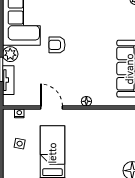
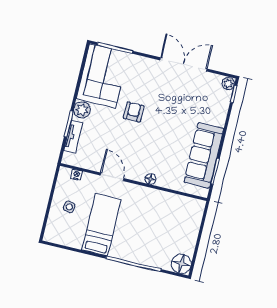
armchair: (57, 45) -> (134, 112), turned 90

